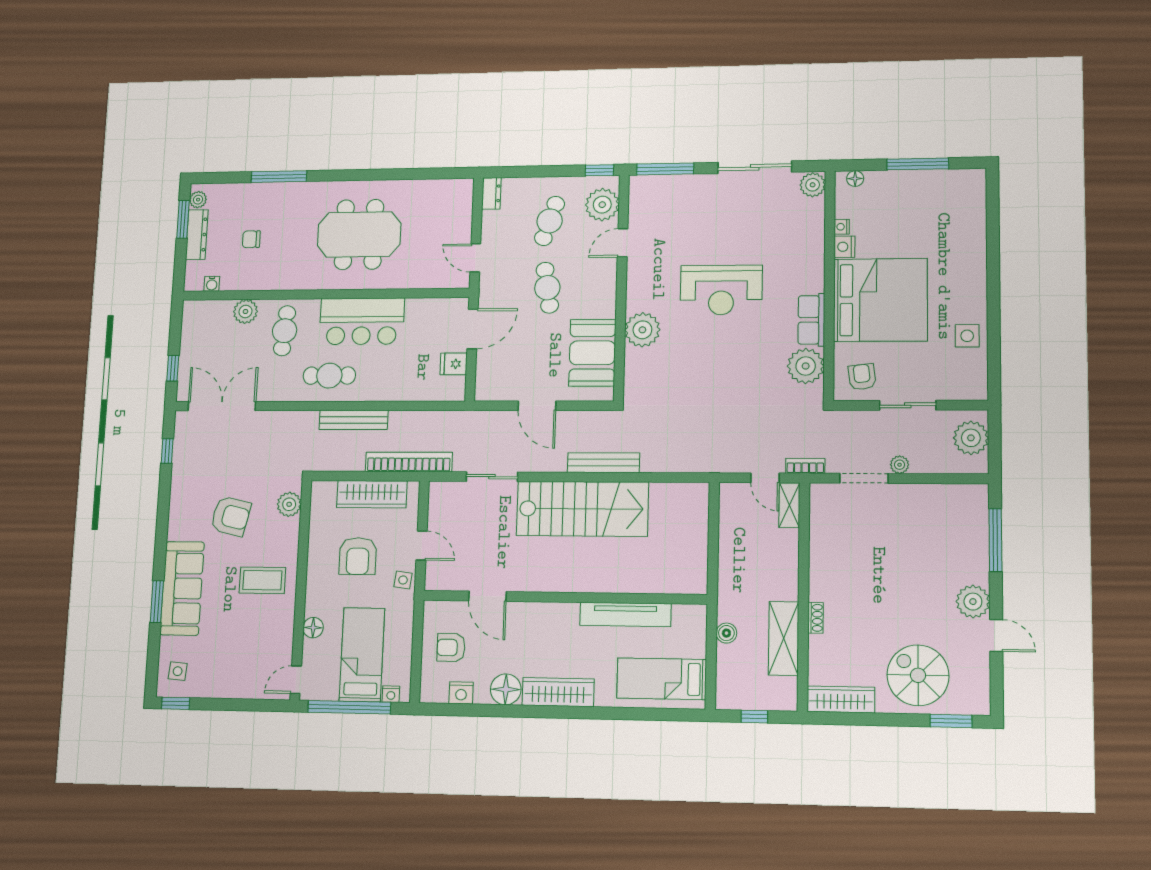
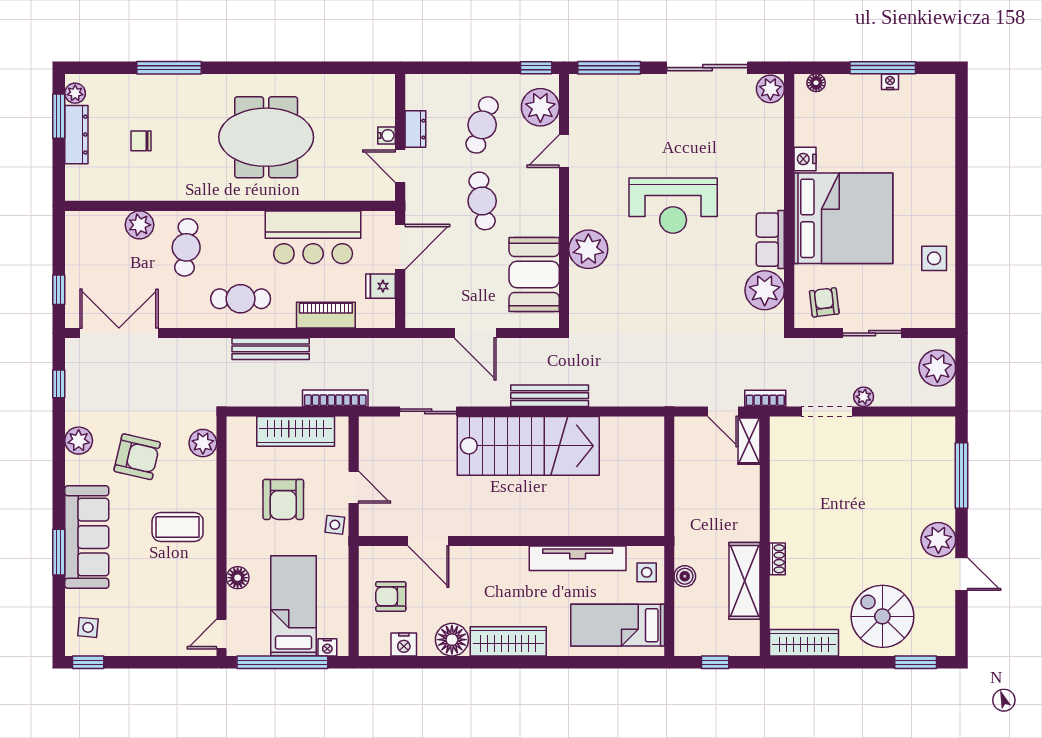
dresser: (491, 193) -> (415, 129), moved
nightstand: (842, 227) -> (890, 82), moved, turned 90
water cooler: (212, 284) -> (387, 135), moved, turned -90
bar counter: (362, 321) -> (313, 237), moved
piano: (404, 390) -> (326, 315), added
bookcase: (409, 462) -> (335, 398), width x0.68, depth x0.76
plant: (181, 501) -> (79, 441), added
side table: (690, 629) -> (647, 572), added

